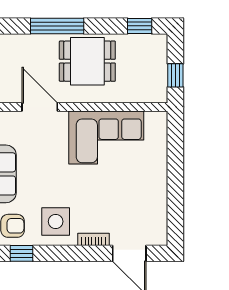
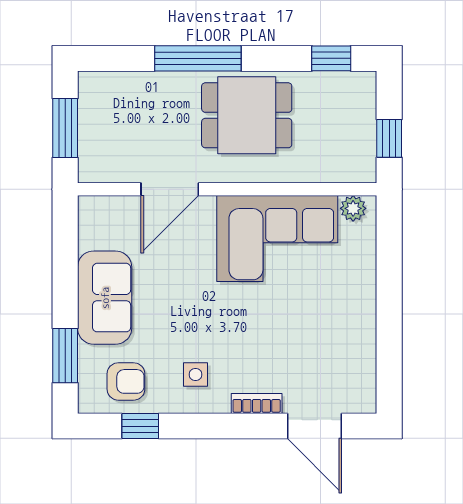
door: (40, 107) -> (170, 189), swing flipped
plant: (153, 119) -> (353, 208), added
side table: (56, 221) -> (195, 374), width x0.54, depth x0.54

